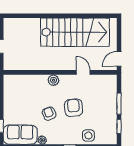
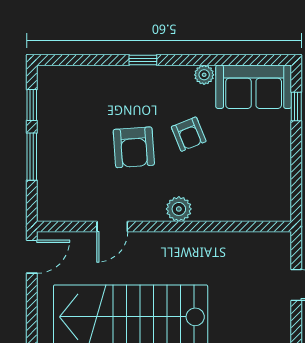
door: (83, 72) -> (112, 227), hinge flipped
side table: (88, 136) -> (100, 85), removed

